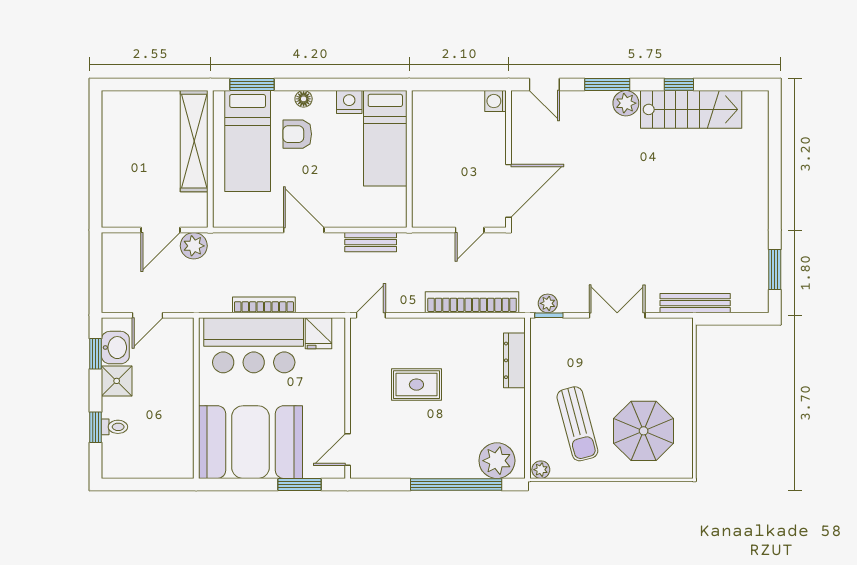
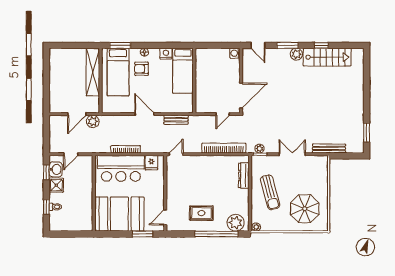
rug: (416, 385) -> (201, 213), moved
sun lounger: (577, 424) -> (270, 192), moved

